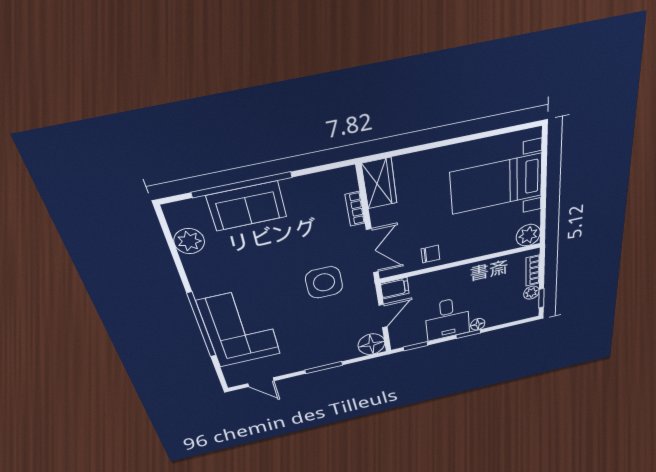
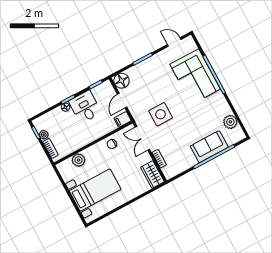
plant: (528, 235) -> (78, 160), moved

